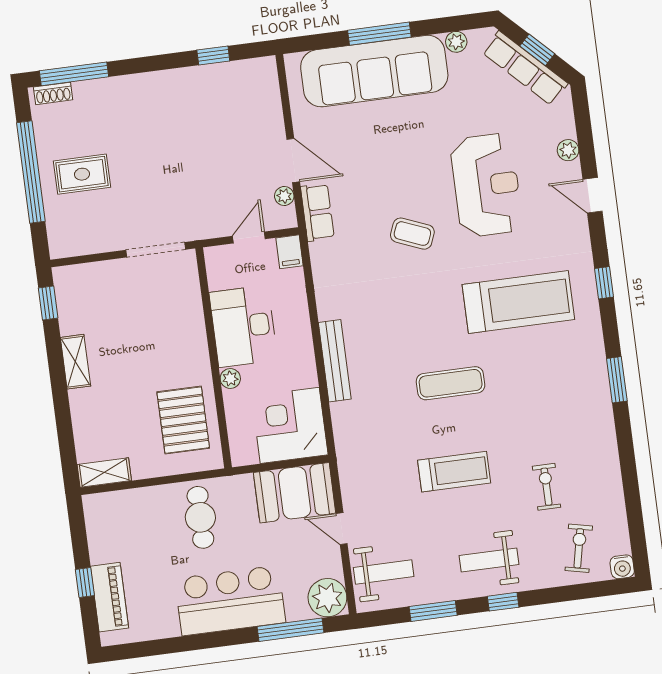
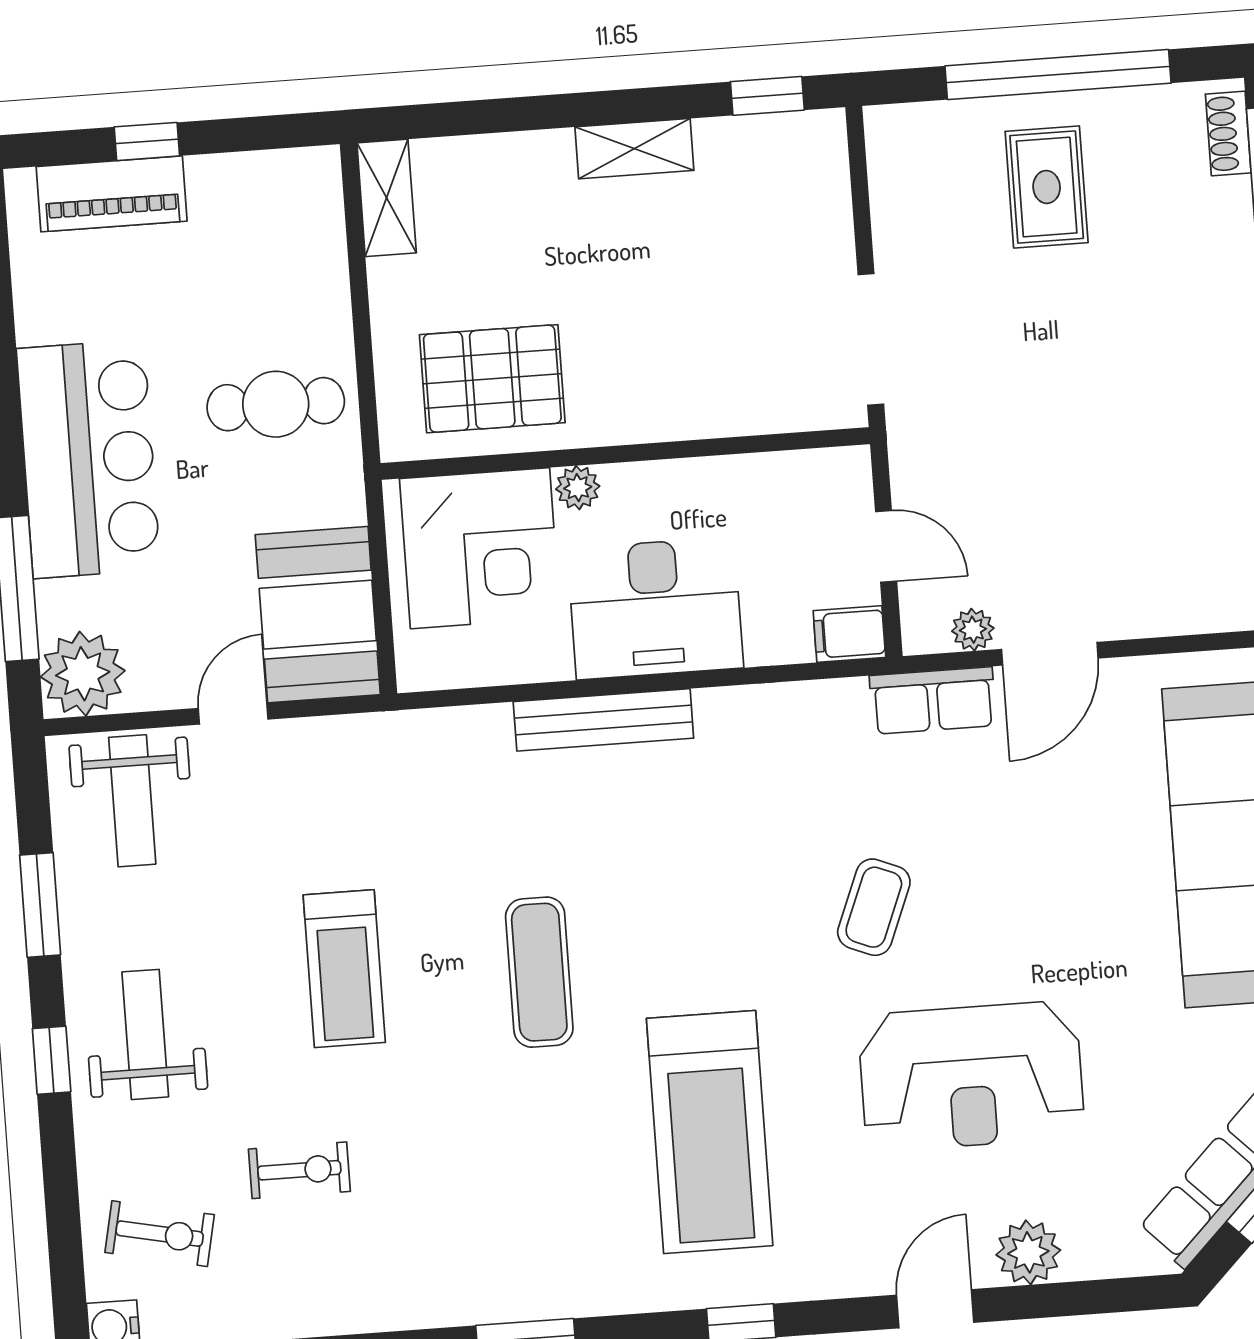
plant: (568, 150) -> (1028, 1252), width x1.38, depth x1.38
desk: (243, 326) -> (655, 608), moved, turned 180
corner desk: (290, 425) -> (480, 548), moved, turned 90

